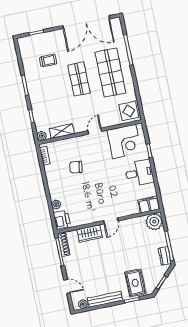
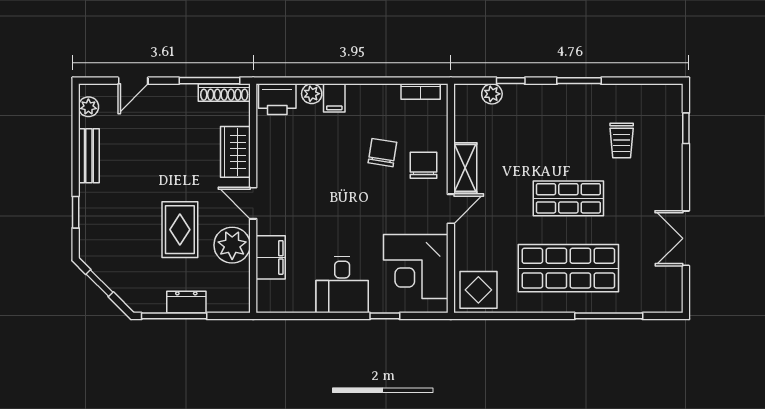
double door: (86, 22) -> (686, 238), width x0.54
shelving: (62, 131) -> (465, 168), moved
door: (95, 131) -> (451, 209), hinge flipped
plant: (42, 136) -> (492, 94), moved
chair: (78, 147) -> (423, 165), added
filing cabinet: (56, 194) -> (334, 98), added
filing cabinet: (149, 205) -> (271, 257), moved
plant: (154, 222) -> (232, 245), moved
dresser: (165, 256) -> (186, 302), moved
rug: (135, 283) -> (180, 230), moved, turned 90
bench: (105, 299) -> (89, 156), width x0.73

